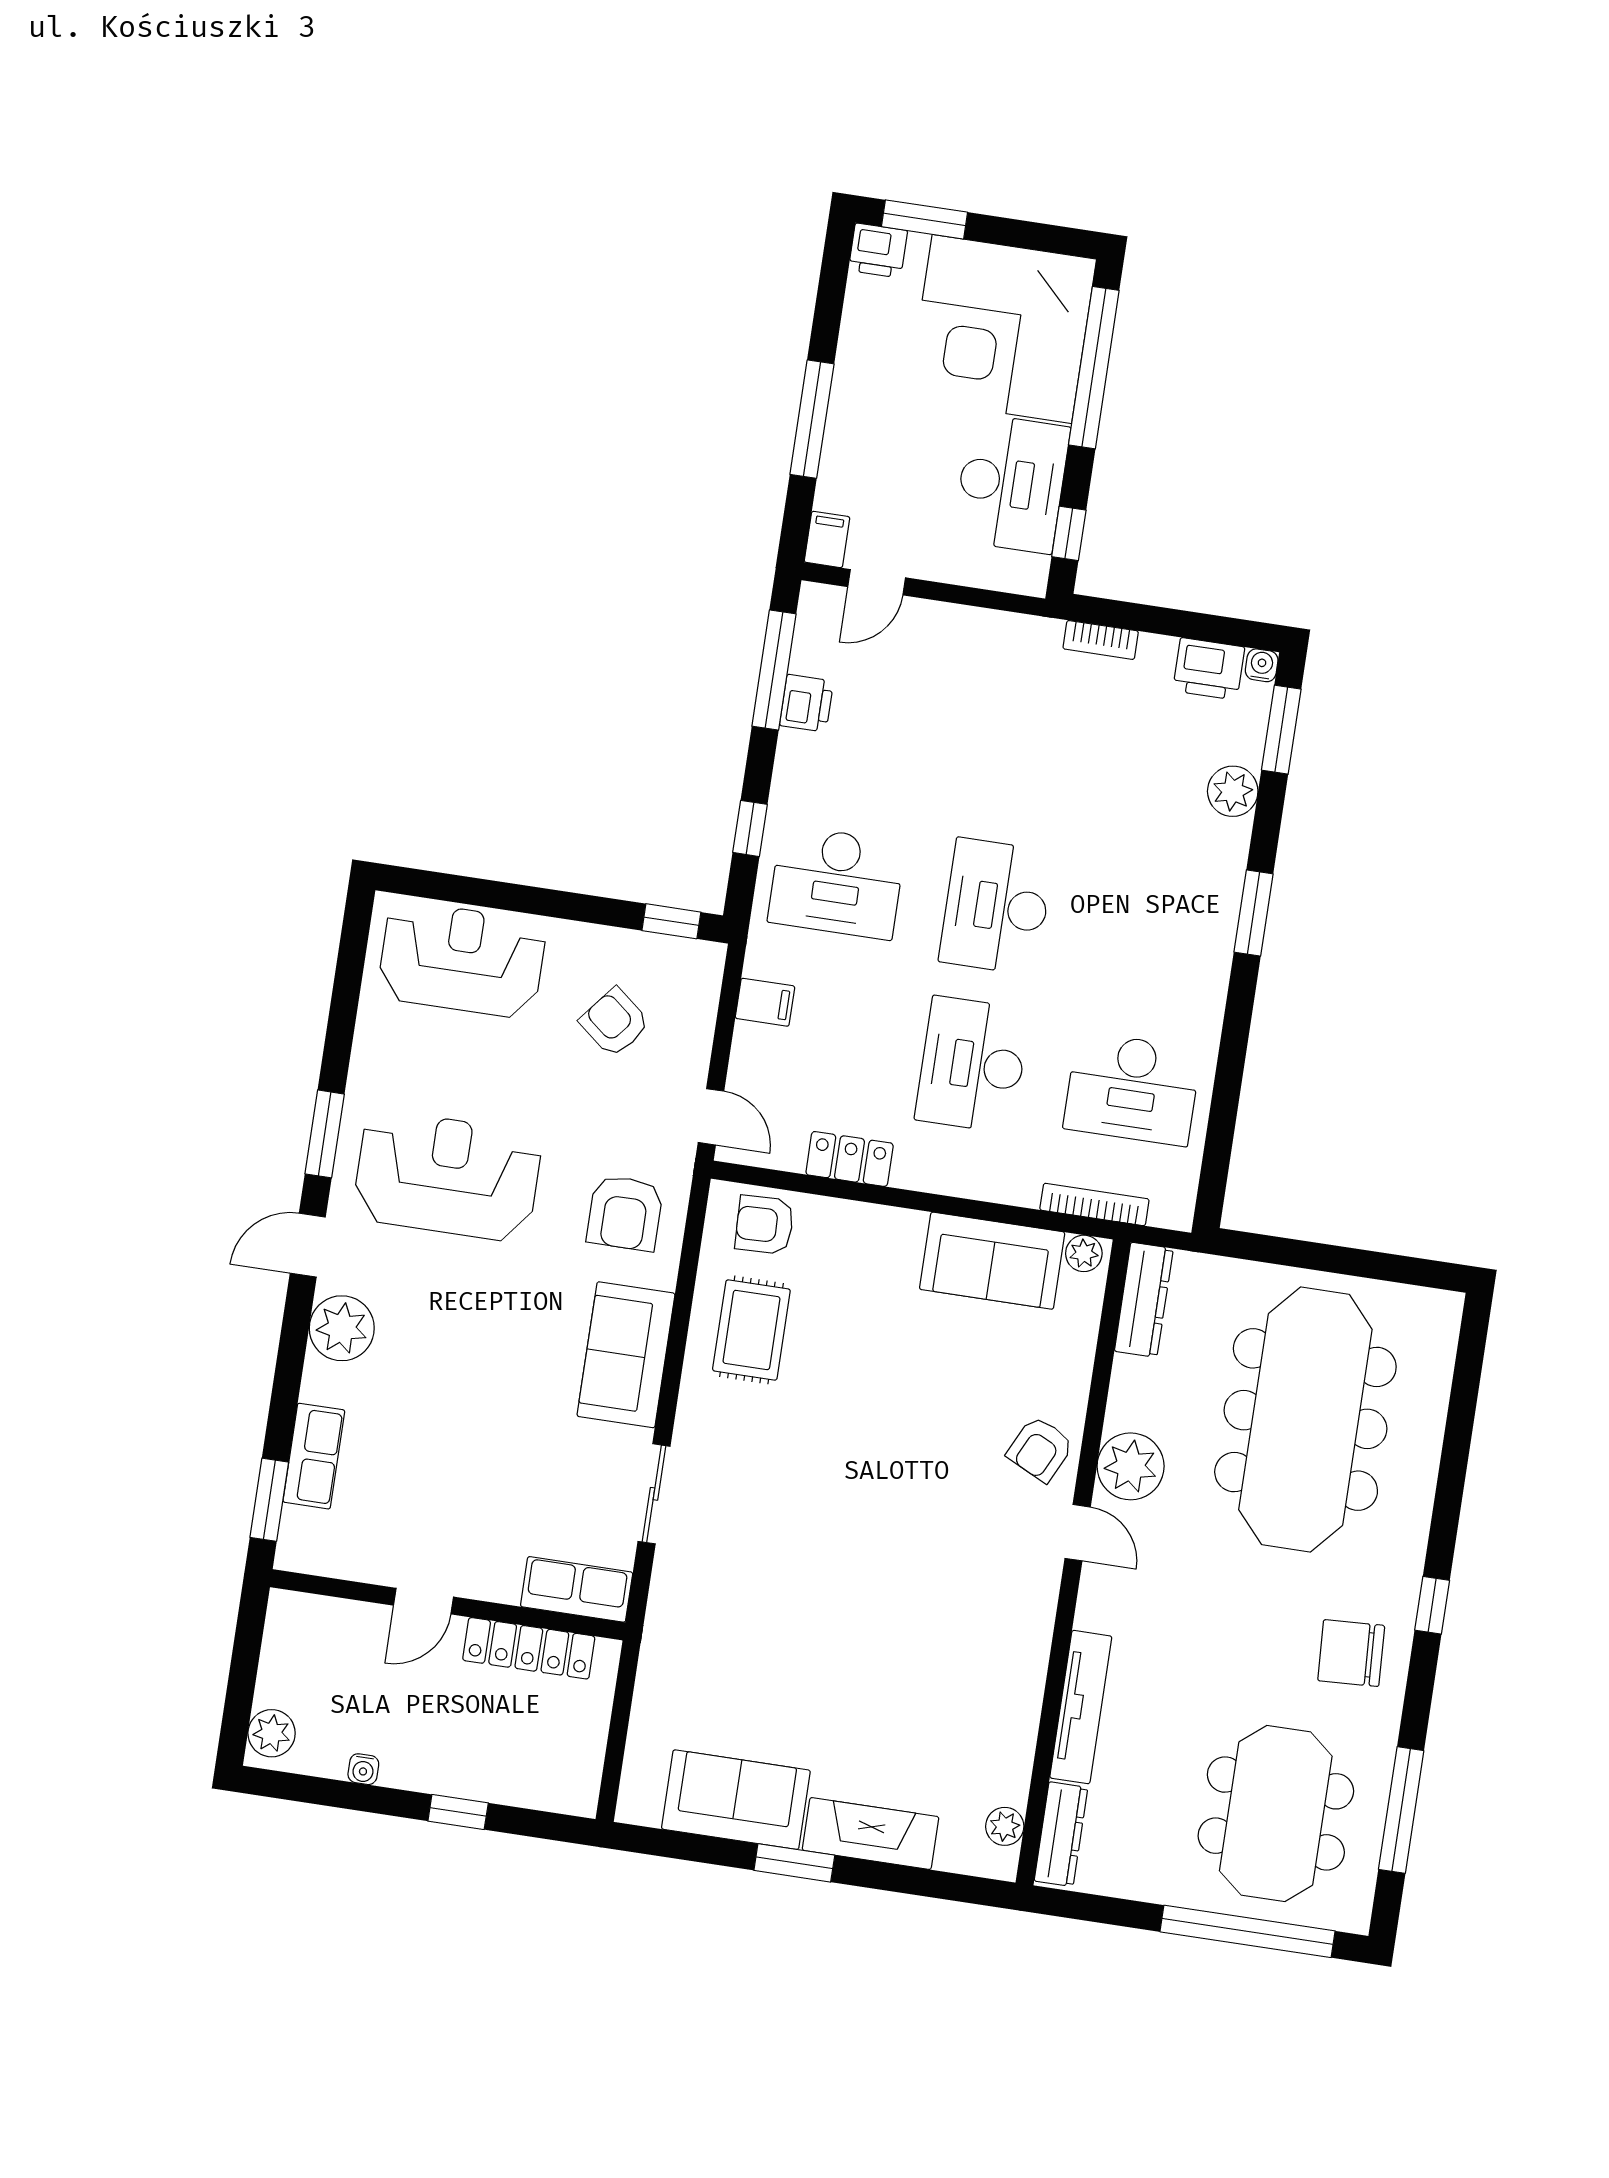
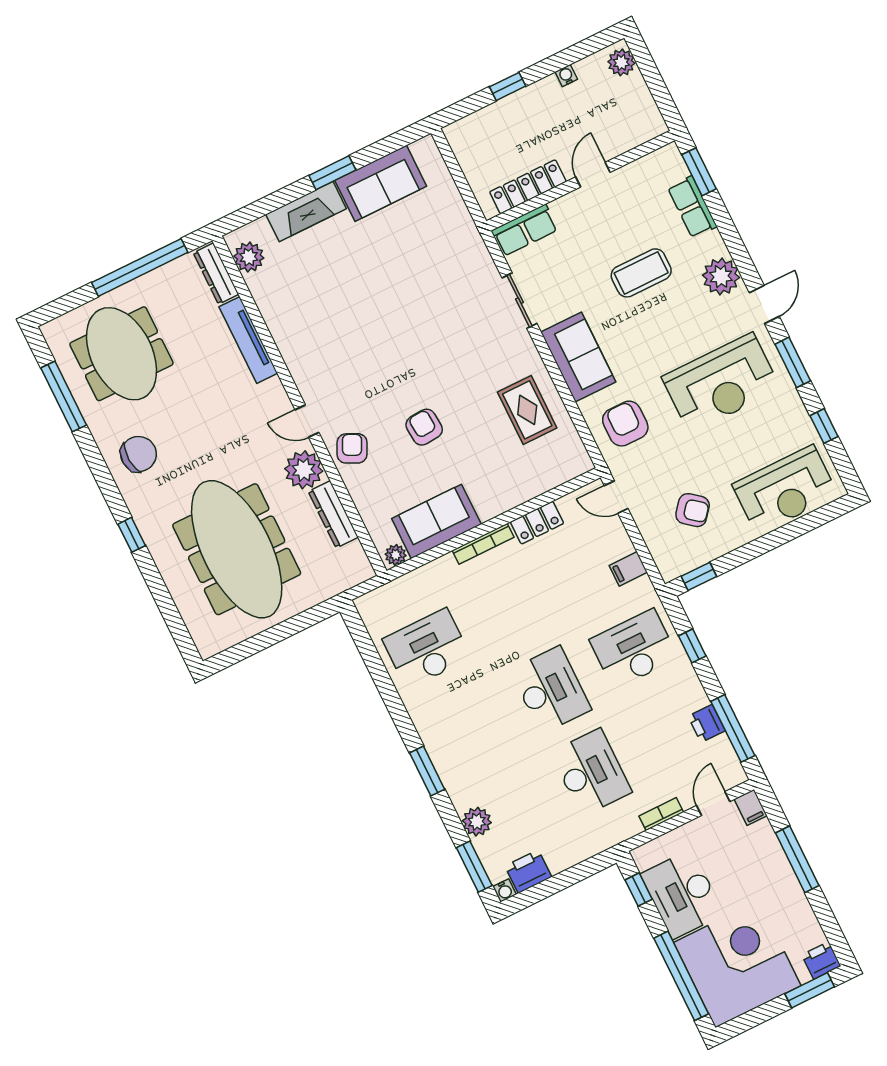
bookcase: (1101, 640) -> (661, 814), moved
window: (343, 1012) -> (824, 426), added
desk: (972, 1065) -> (591, 772), moved
bookcase: (1094, 1204) -> (483, 544), moved
armchair: (765, 1225) -> (424, 427), moved, turned -92
dresser: (1144, 1300) -> (333, 514), moved
coffee table: (452, 1413) -> (641, 273), added
window: (1432, 1605) -> (132, 535), moved
plant: (1005, 1826) -> (249, 257), width x1.38, depth x1.38
window: (1248, 1931) -> (140, 267), moved

